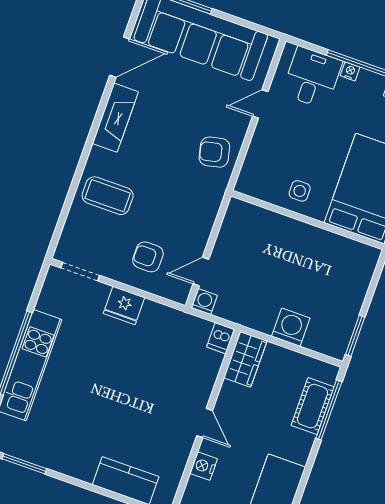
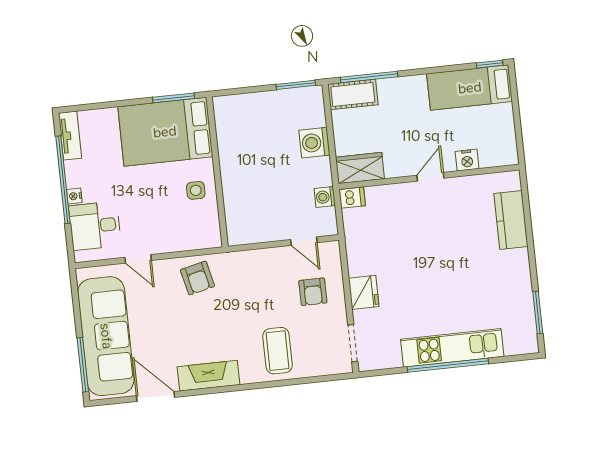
washing machine: (204, 302) -> (325, 197), moved
cot: (313, 406) -> (353, 94), moved

